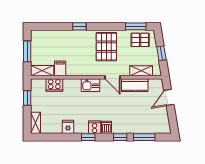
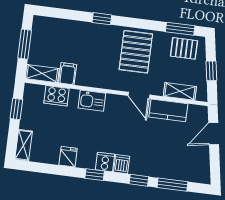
kitchen sink: (91, 85) -> (92, 101), moved

